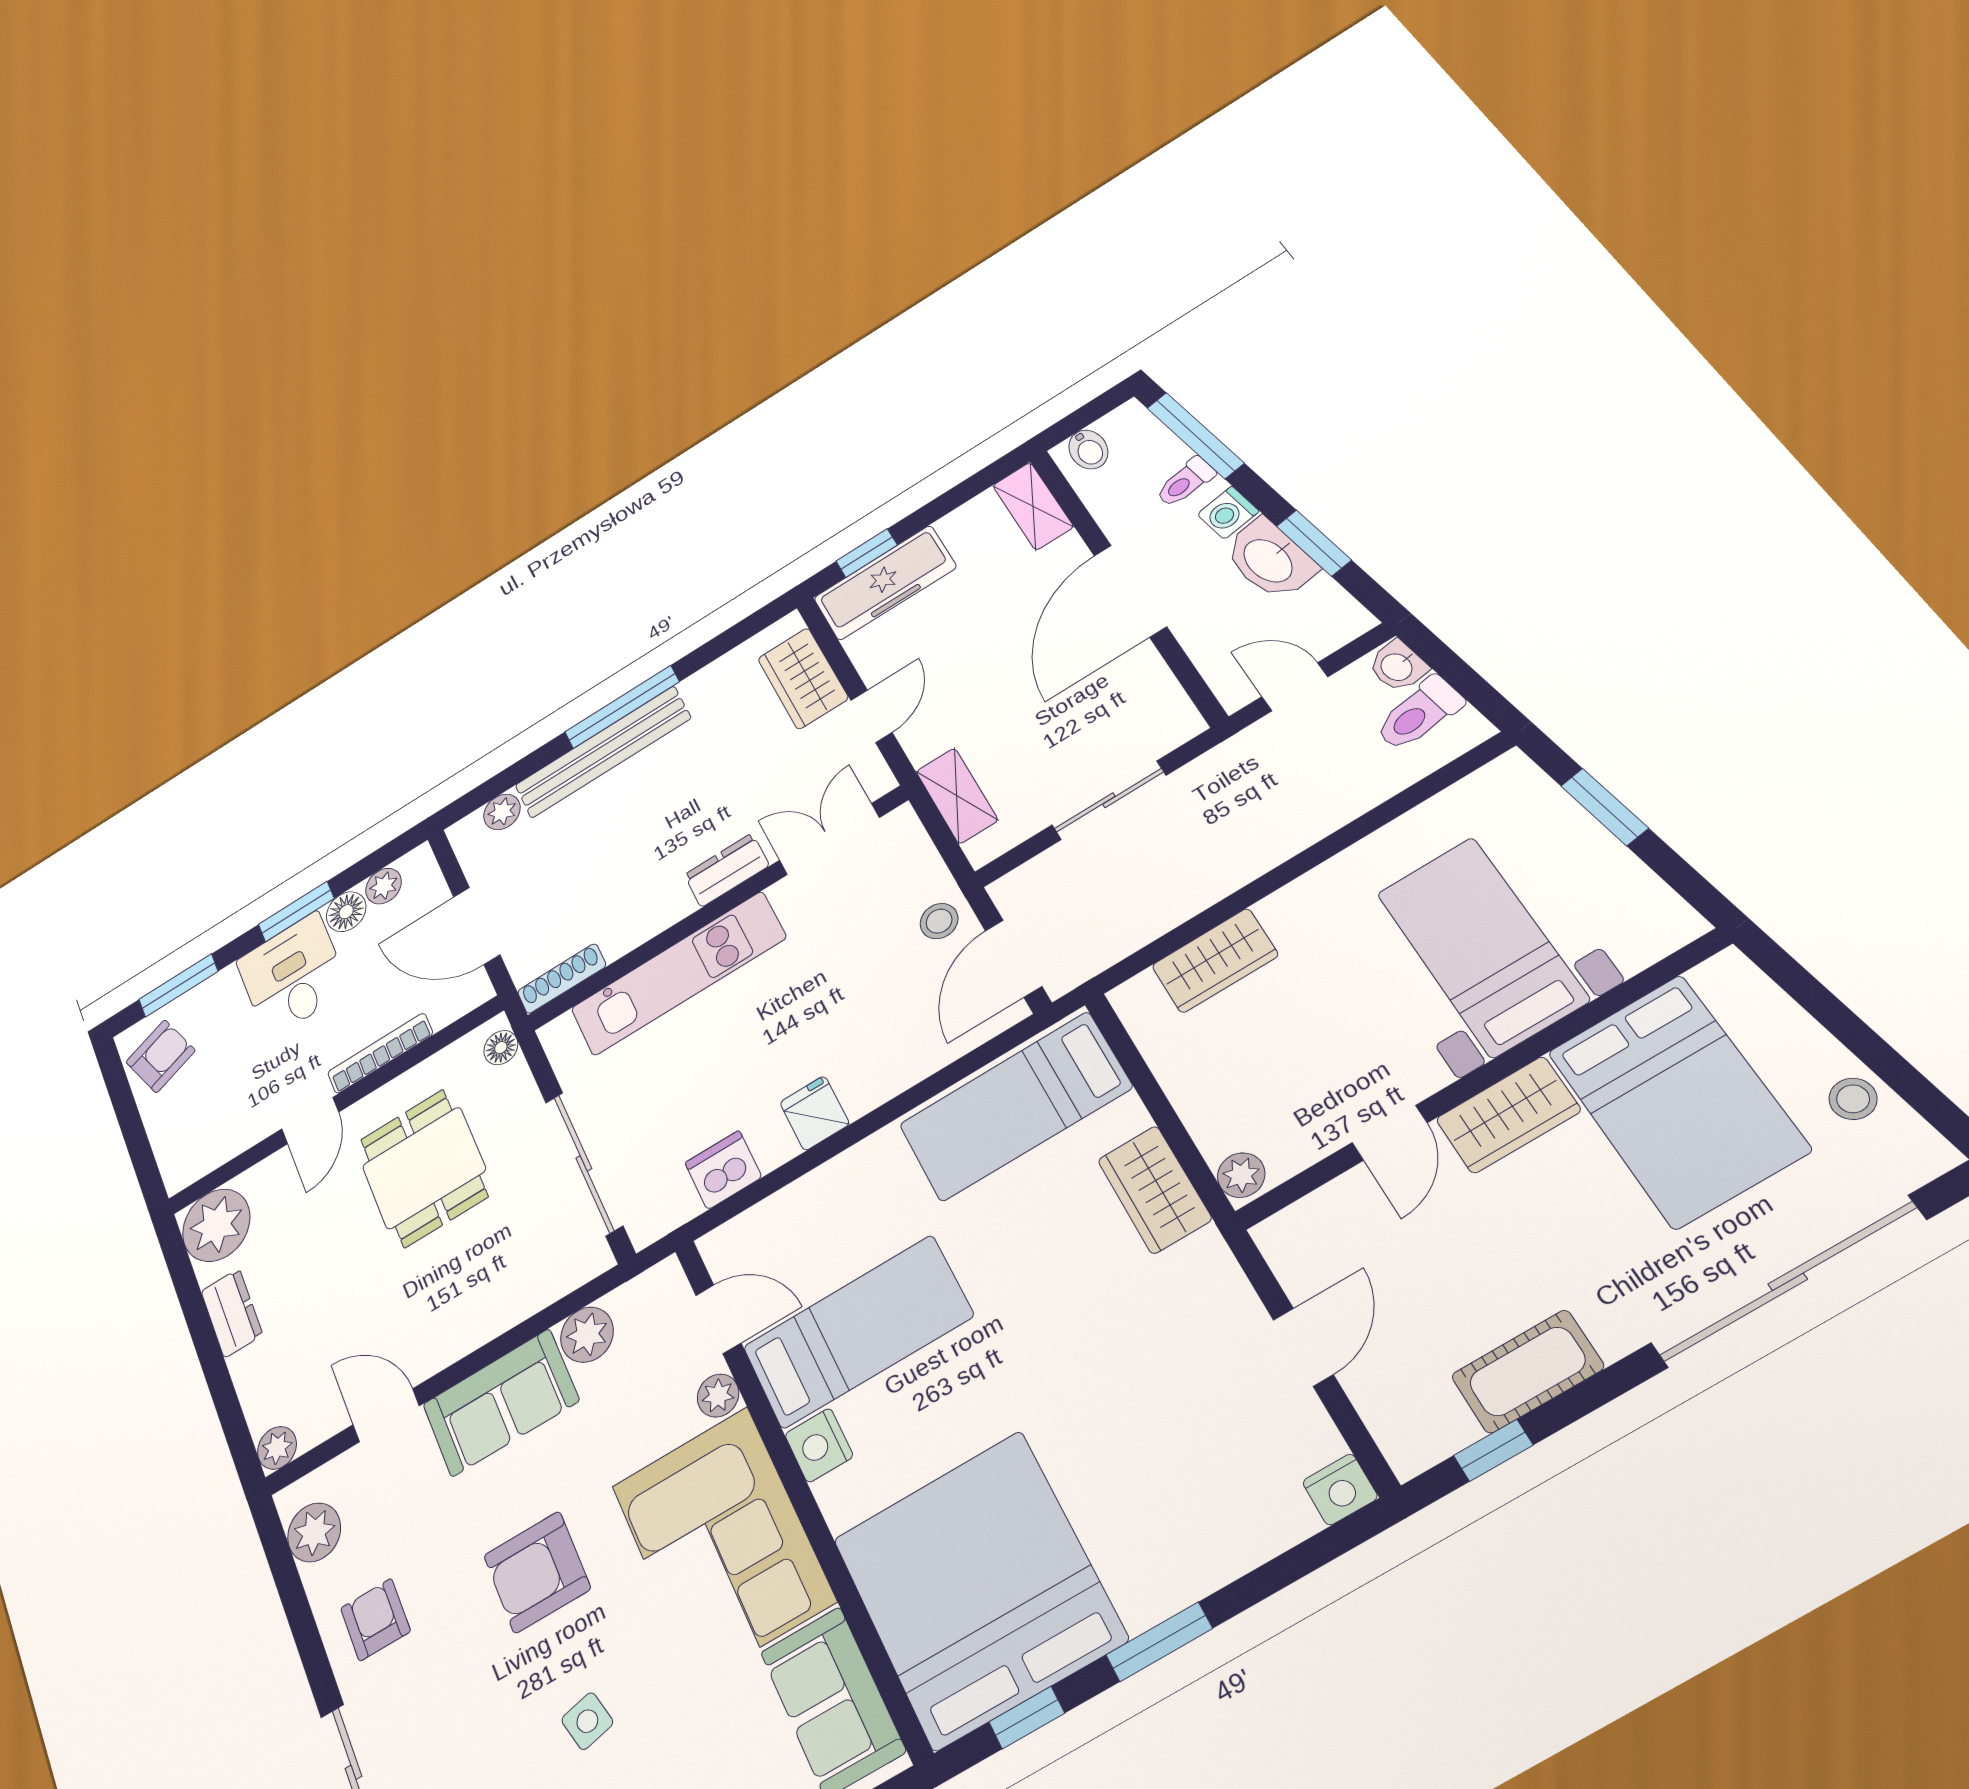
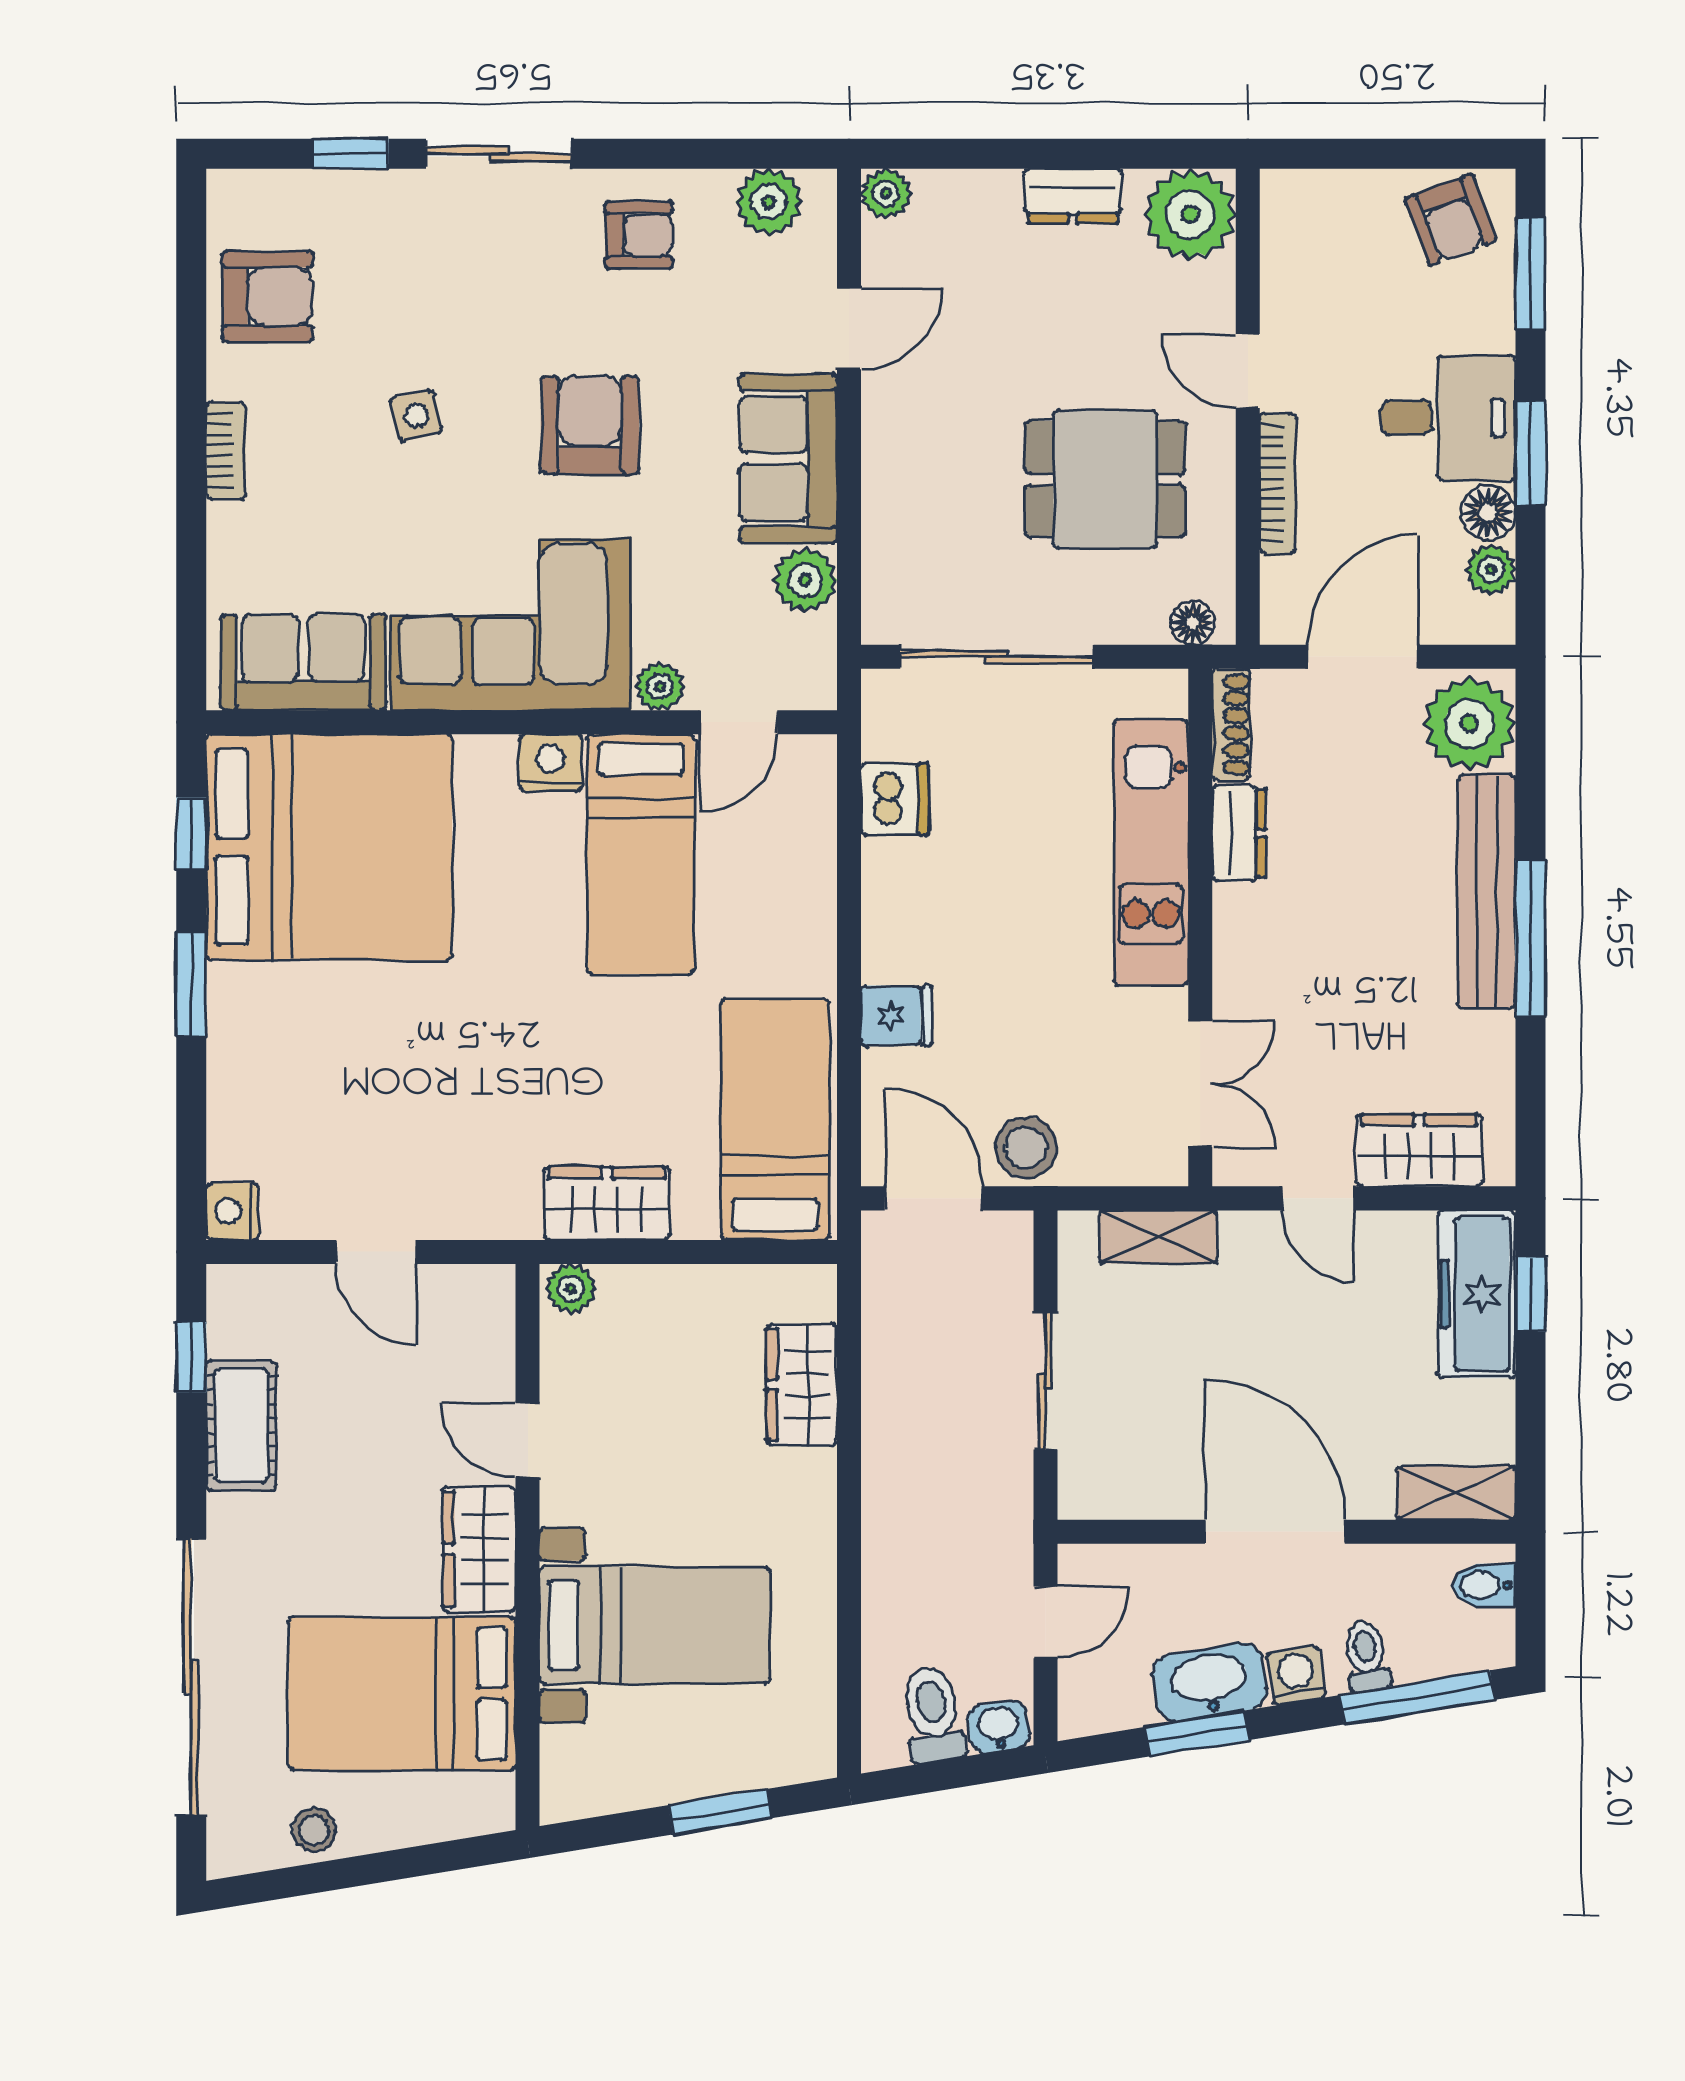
plant: (502, 812) -> (1469, 724), width x1.87, depth x1.87
dresser: (727, 870) -> (1239, 833), moved
stool: (939, 921) -> (1026, 1147), width x1.37, depth x1.37
fridge: (815, 1113) -> (896, 1016), moved

